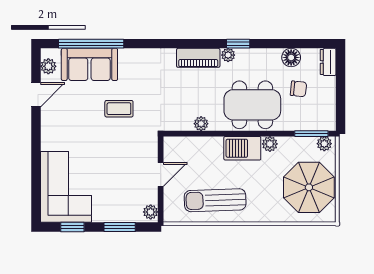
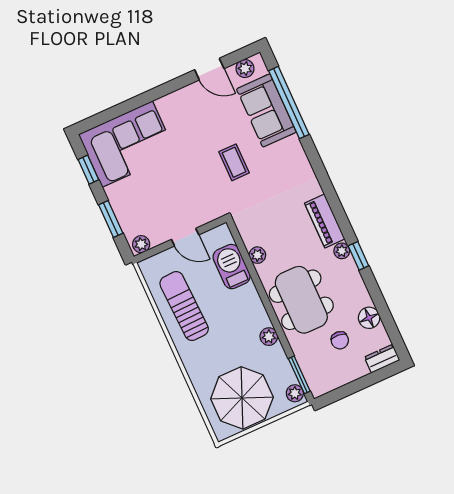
barbecue: (242, 148) -> (232, 267), moved

